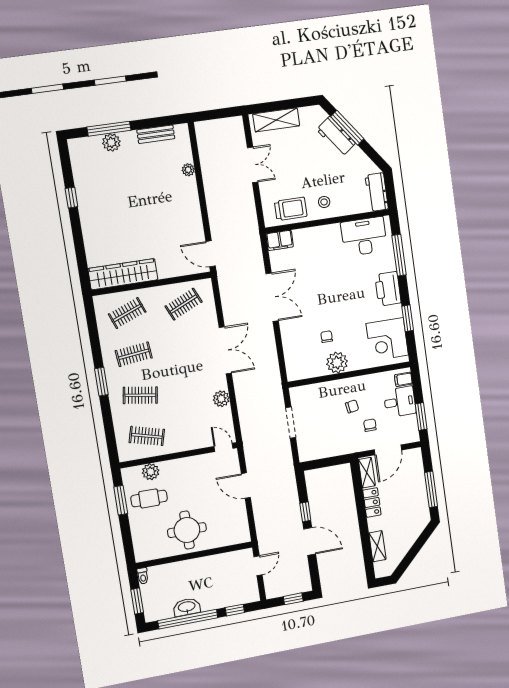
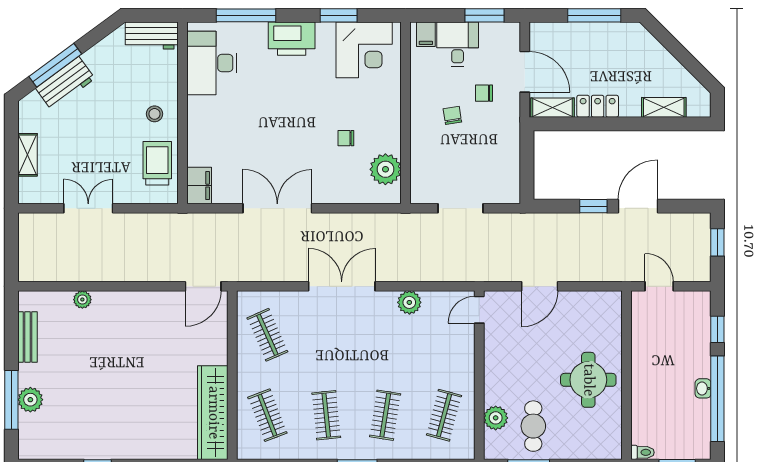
shelving: (276, 120) -> (27, 155), width x0.67, depth x0.75
plant: (337, 363) -> (385, 169), moved
washbasin: (187, 607) -> (703, 388), width x0.52, depth x0.69

